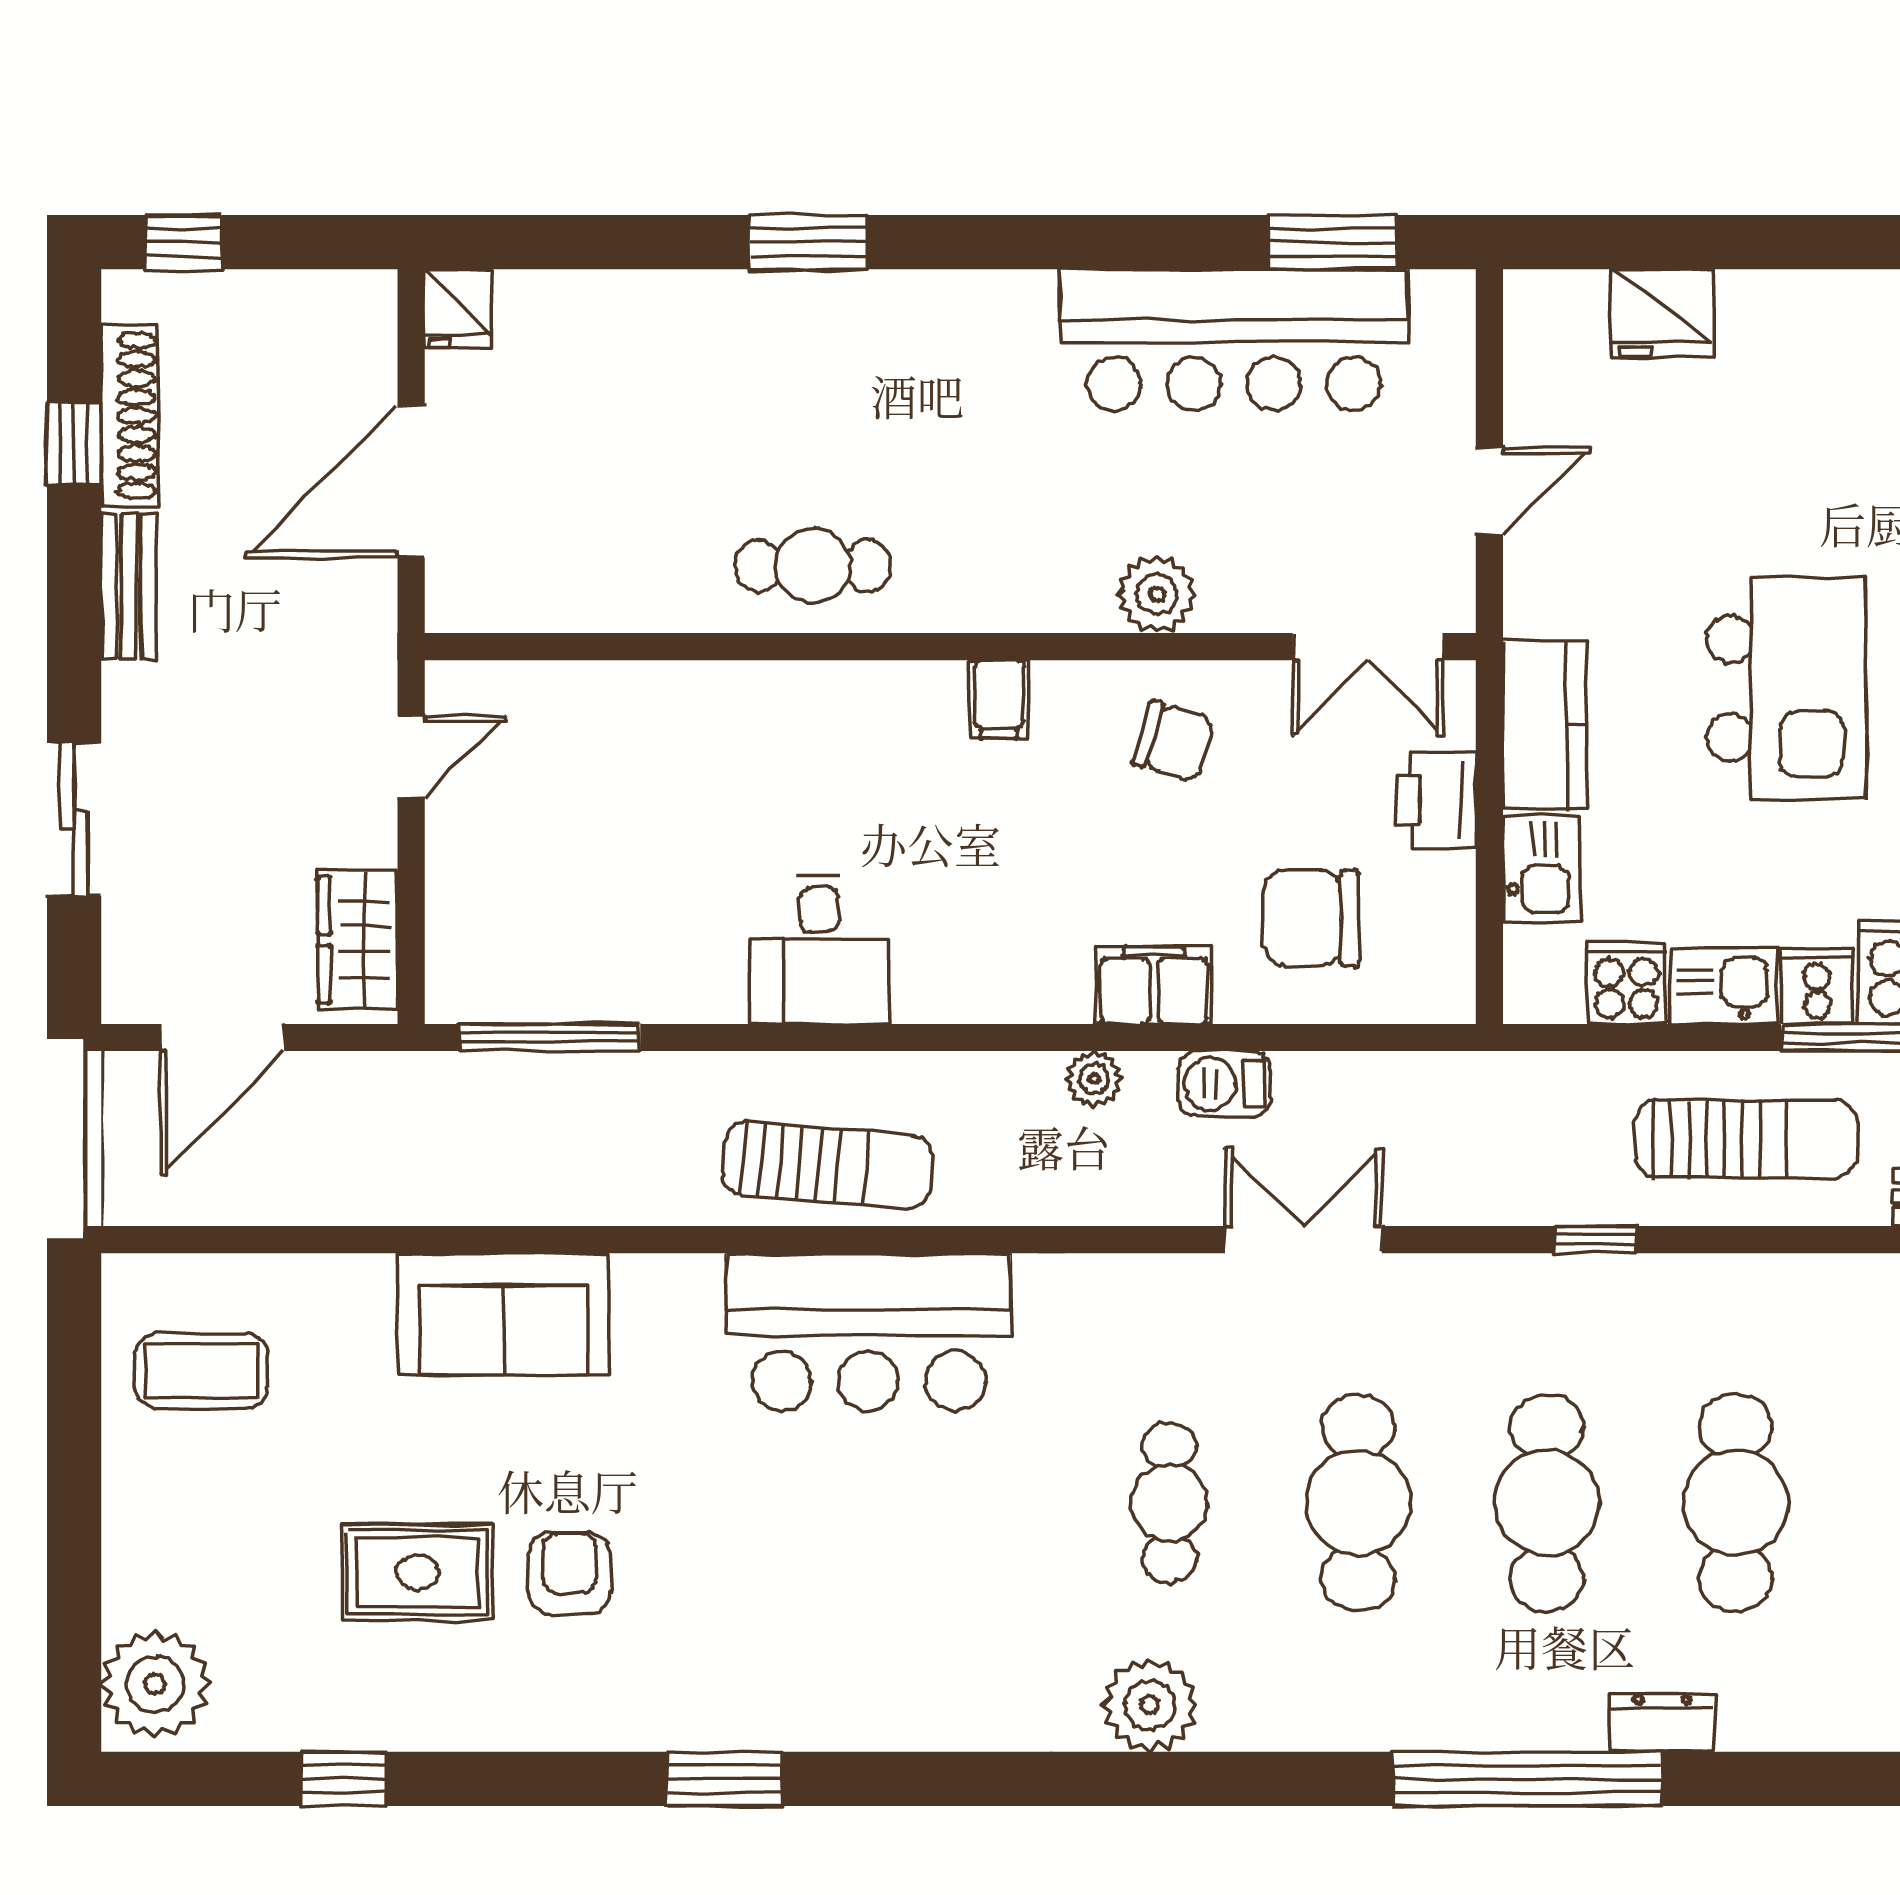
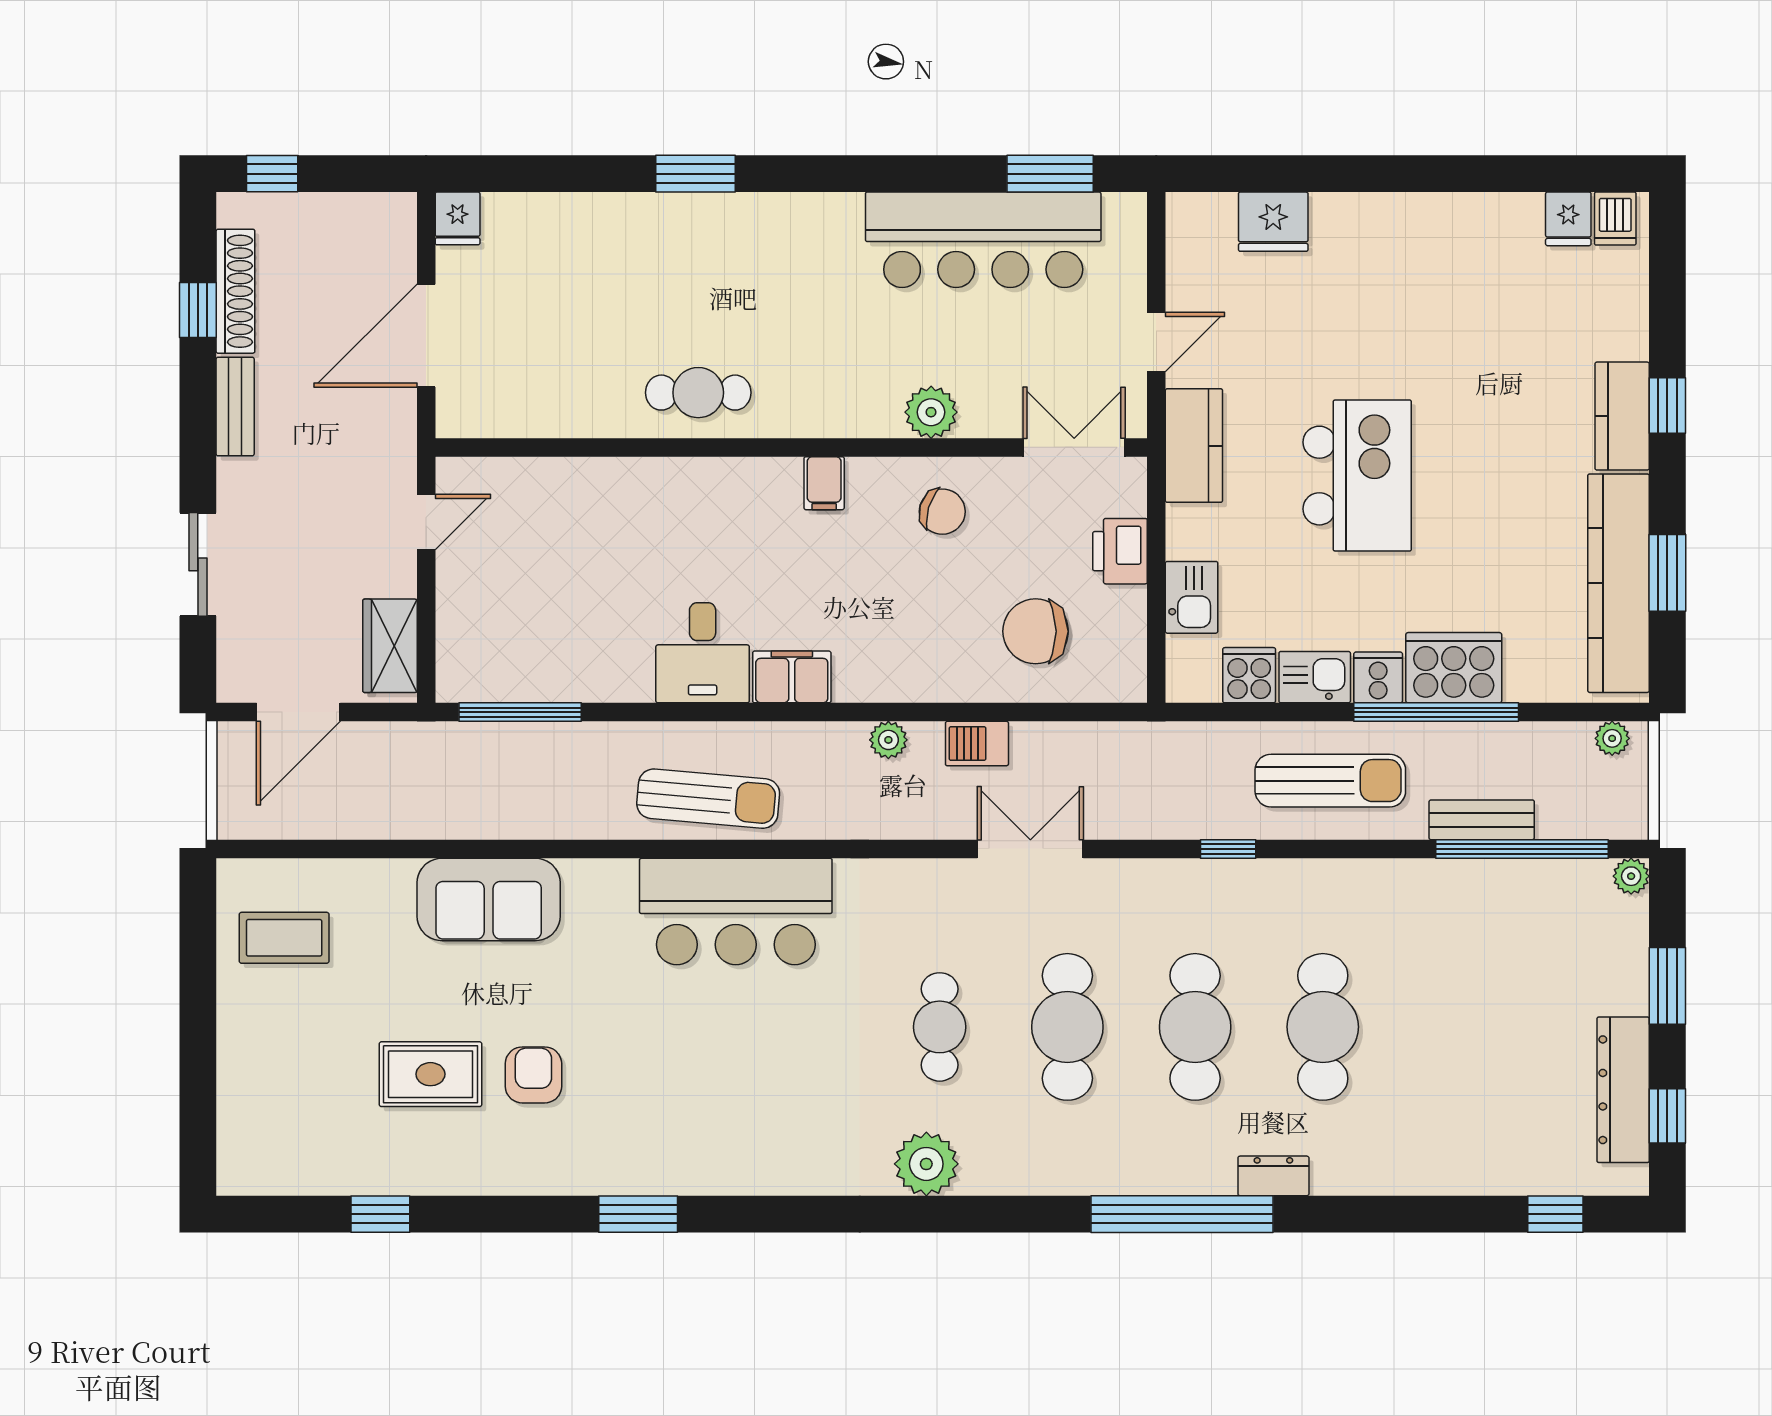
double door: (1368, 647) -> (1074, 447), swing flipped
kitchen counter: (1545, 725) -> (1194, 446), moved
filing cabinet: (1154, 986) -> (792, 677), moved
plant: (155, 1684) -> (253, 1150), removed

